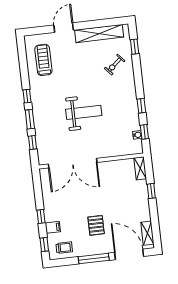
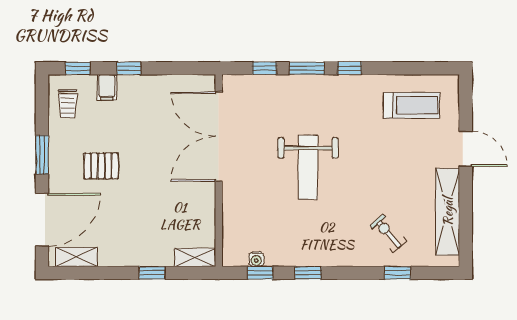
window: (135, 47) -> (397, 273), moved
window: (94, 258) -> (42, 155), width x0.69

